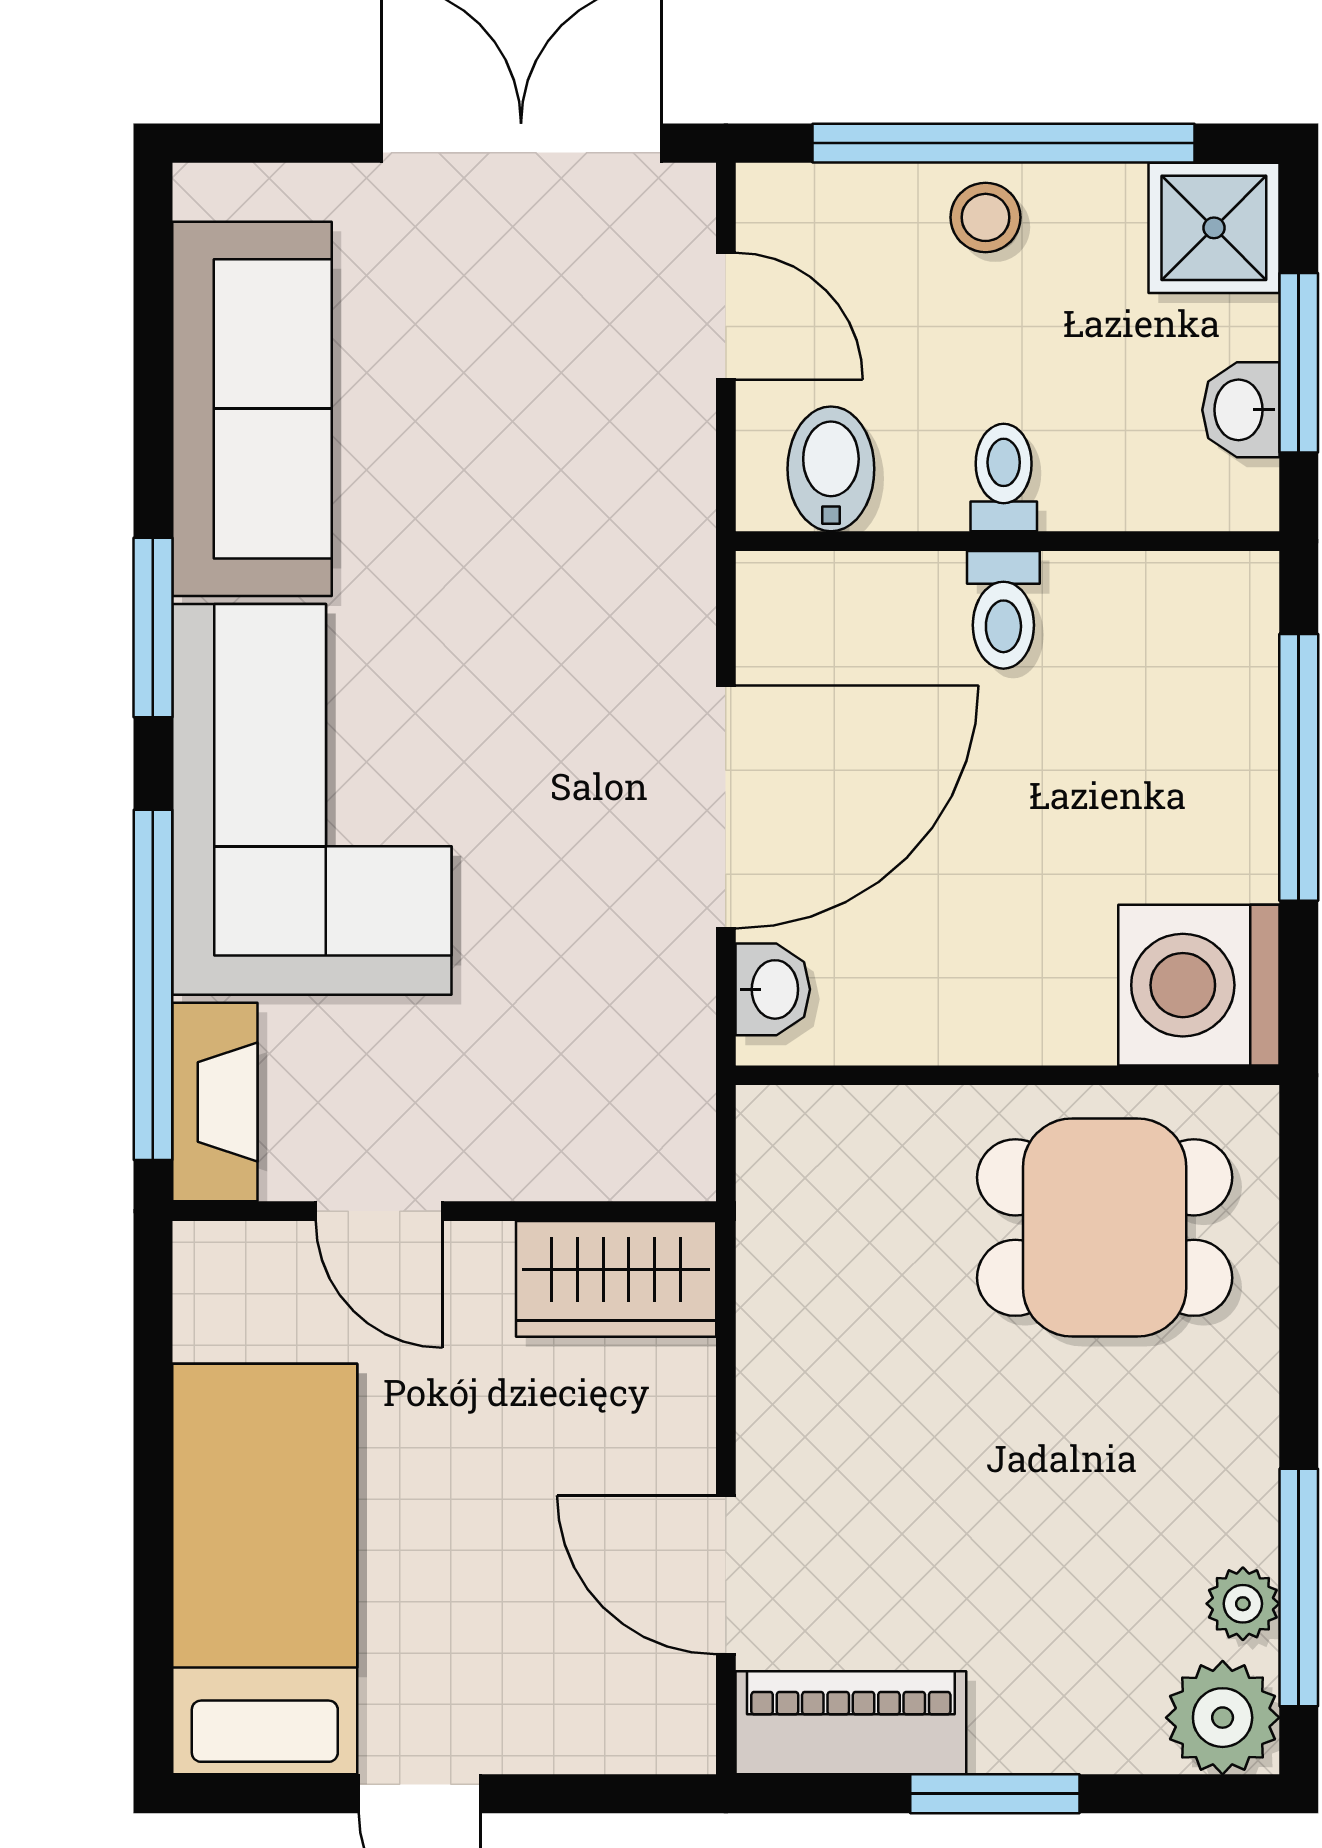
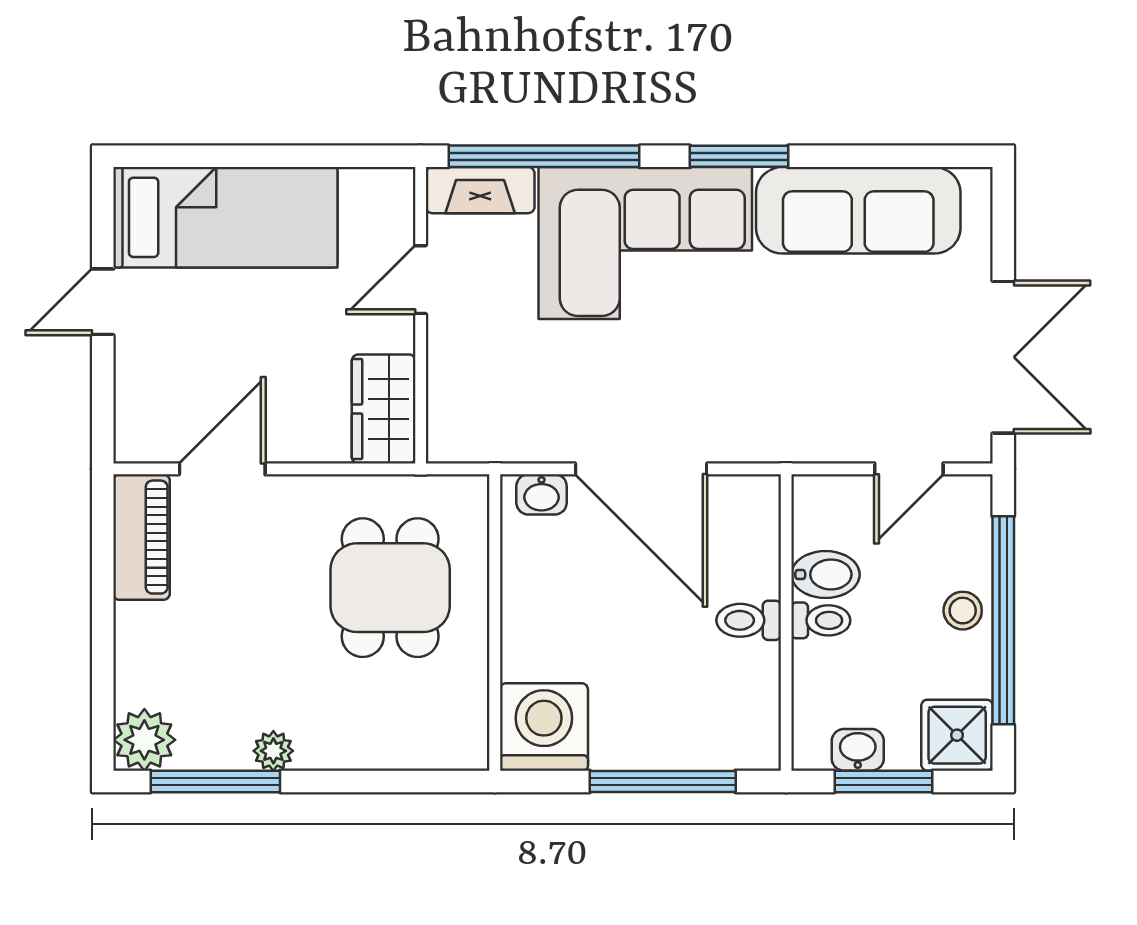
bidet: (831, 469) -> (826, 575), moved
dining table: (1105, 1228) -> (390, 588), moved
plant: (1243, 1604) -> (273, 751), moved
window: (995, 1794) -> (103, 616), removed

